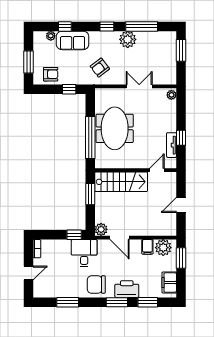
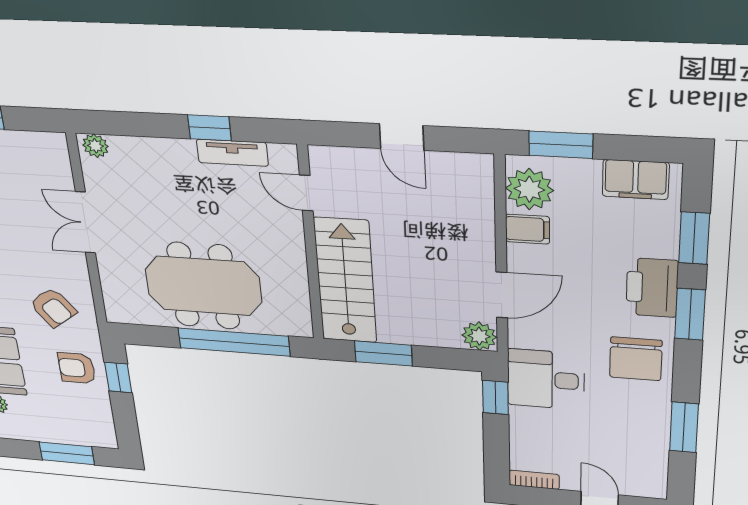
armchair: (51, 74) -> (77, 368), moved, turned -90

